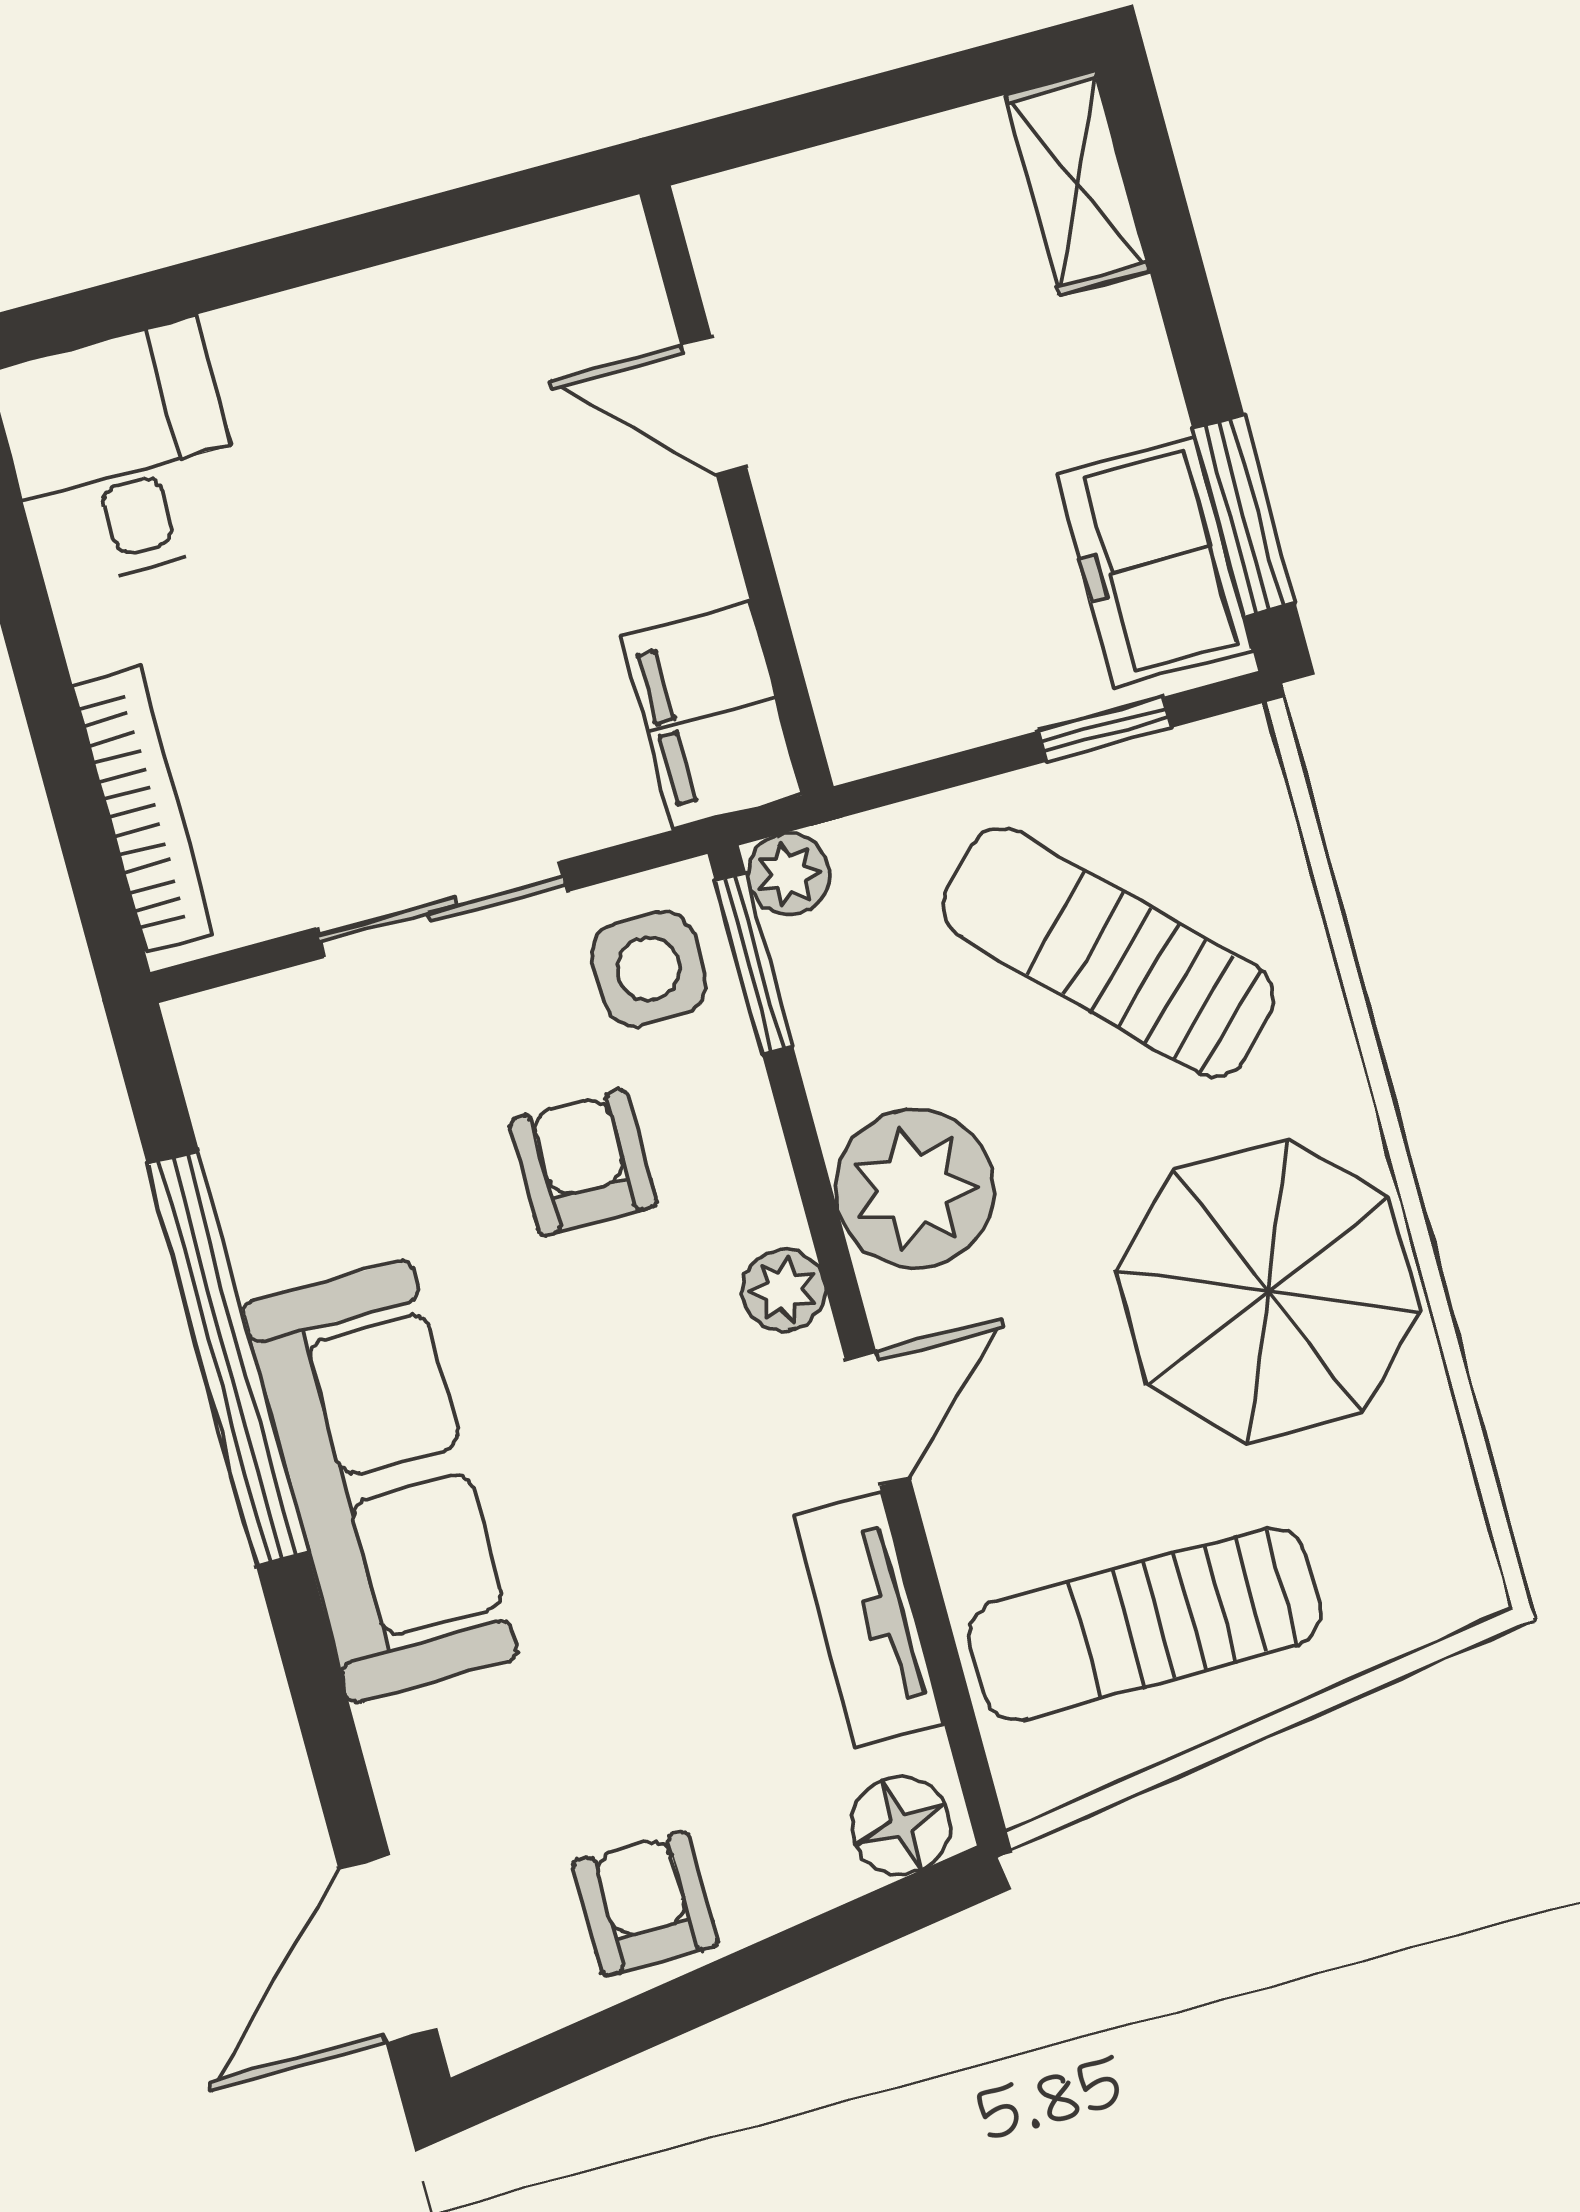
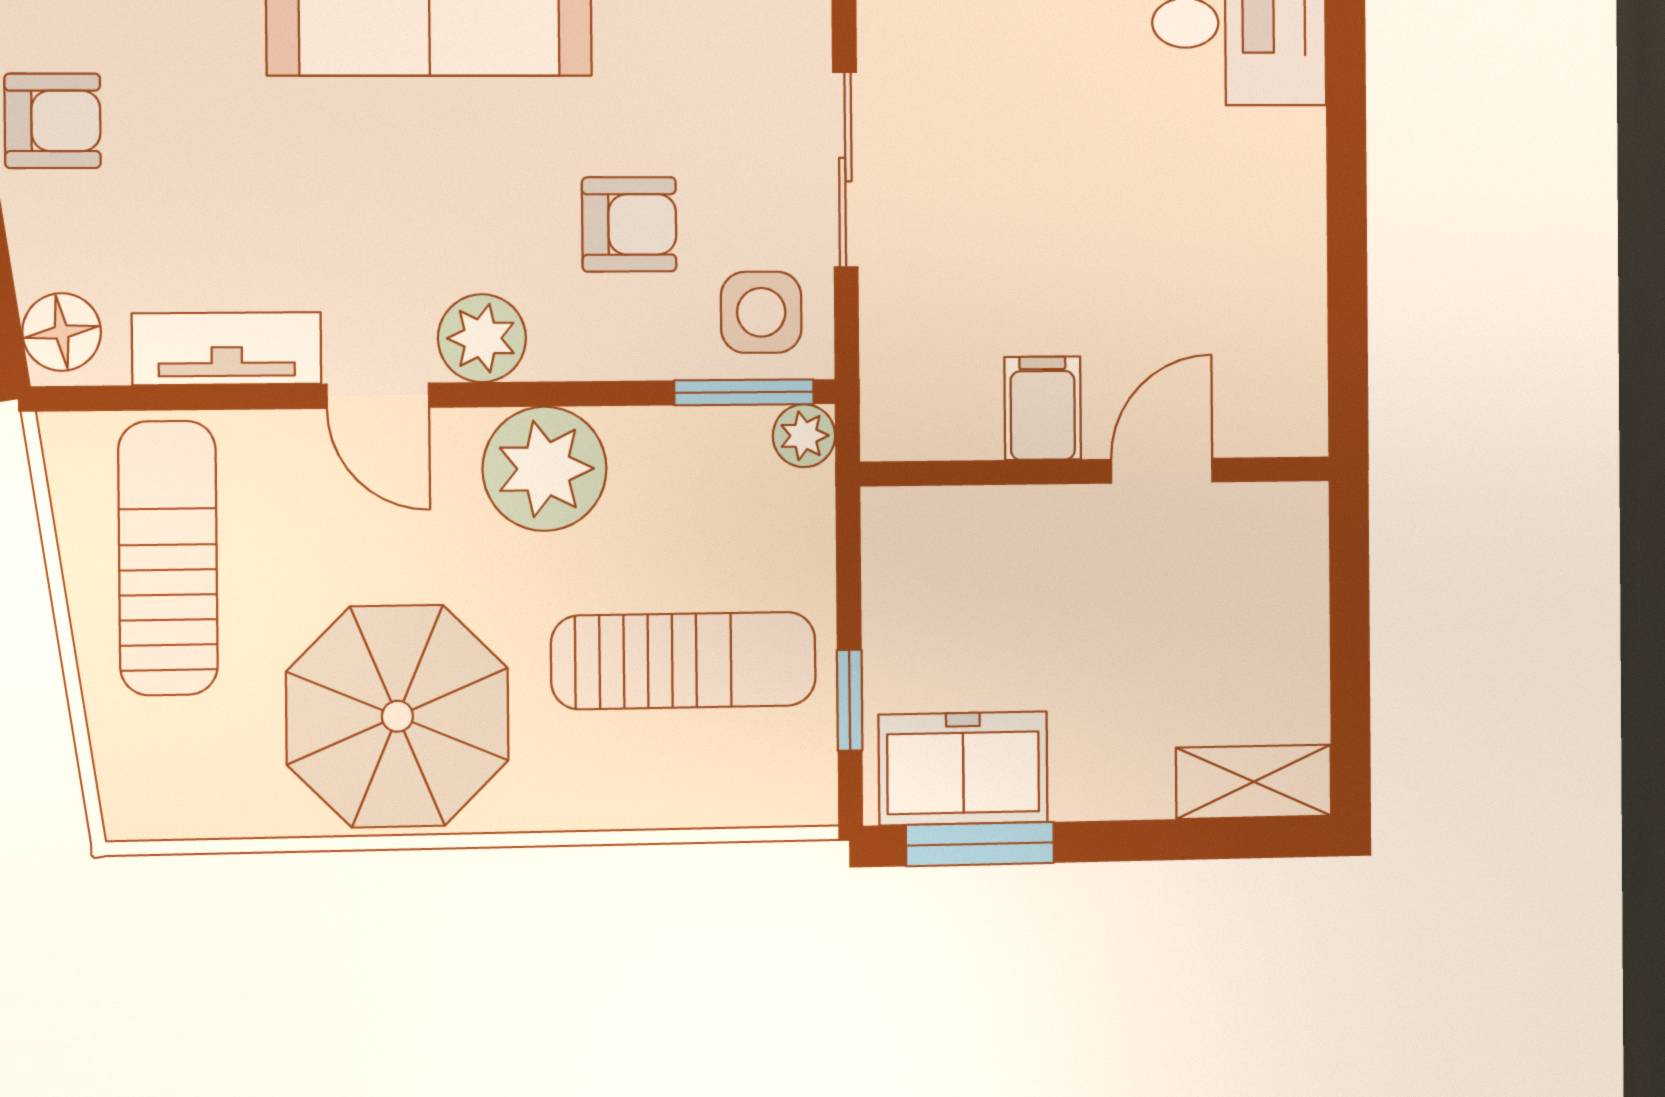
filing cabinet: (712, 715) -> (1043, 408), moved, width x0.50
sun lounger: (1108, 952) -> (684, 661), turned 45
plant: (784, 1290) -> (482, 338), width x1.38, depth x1.38

